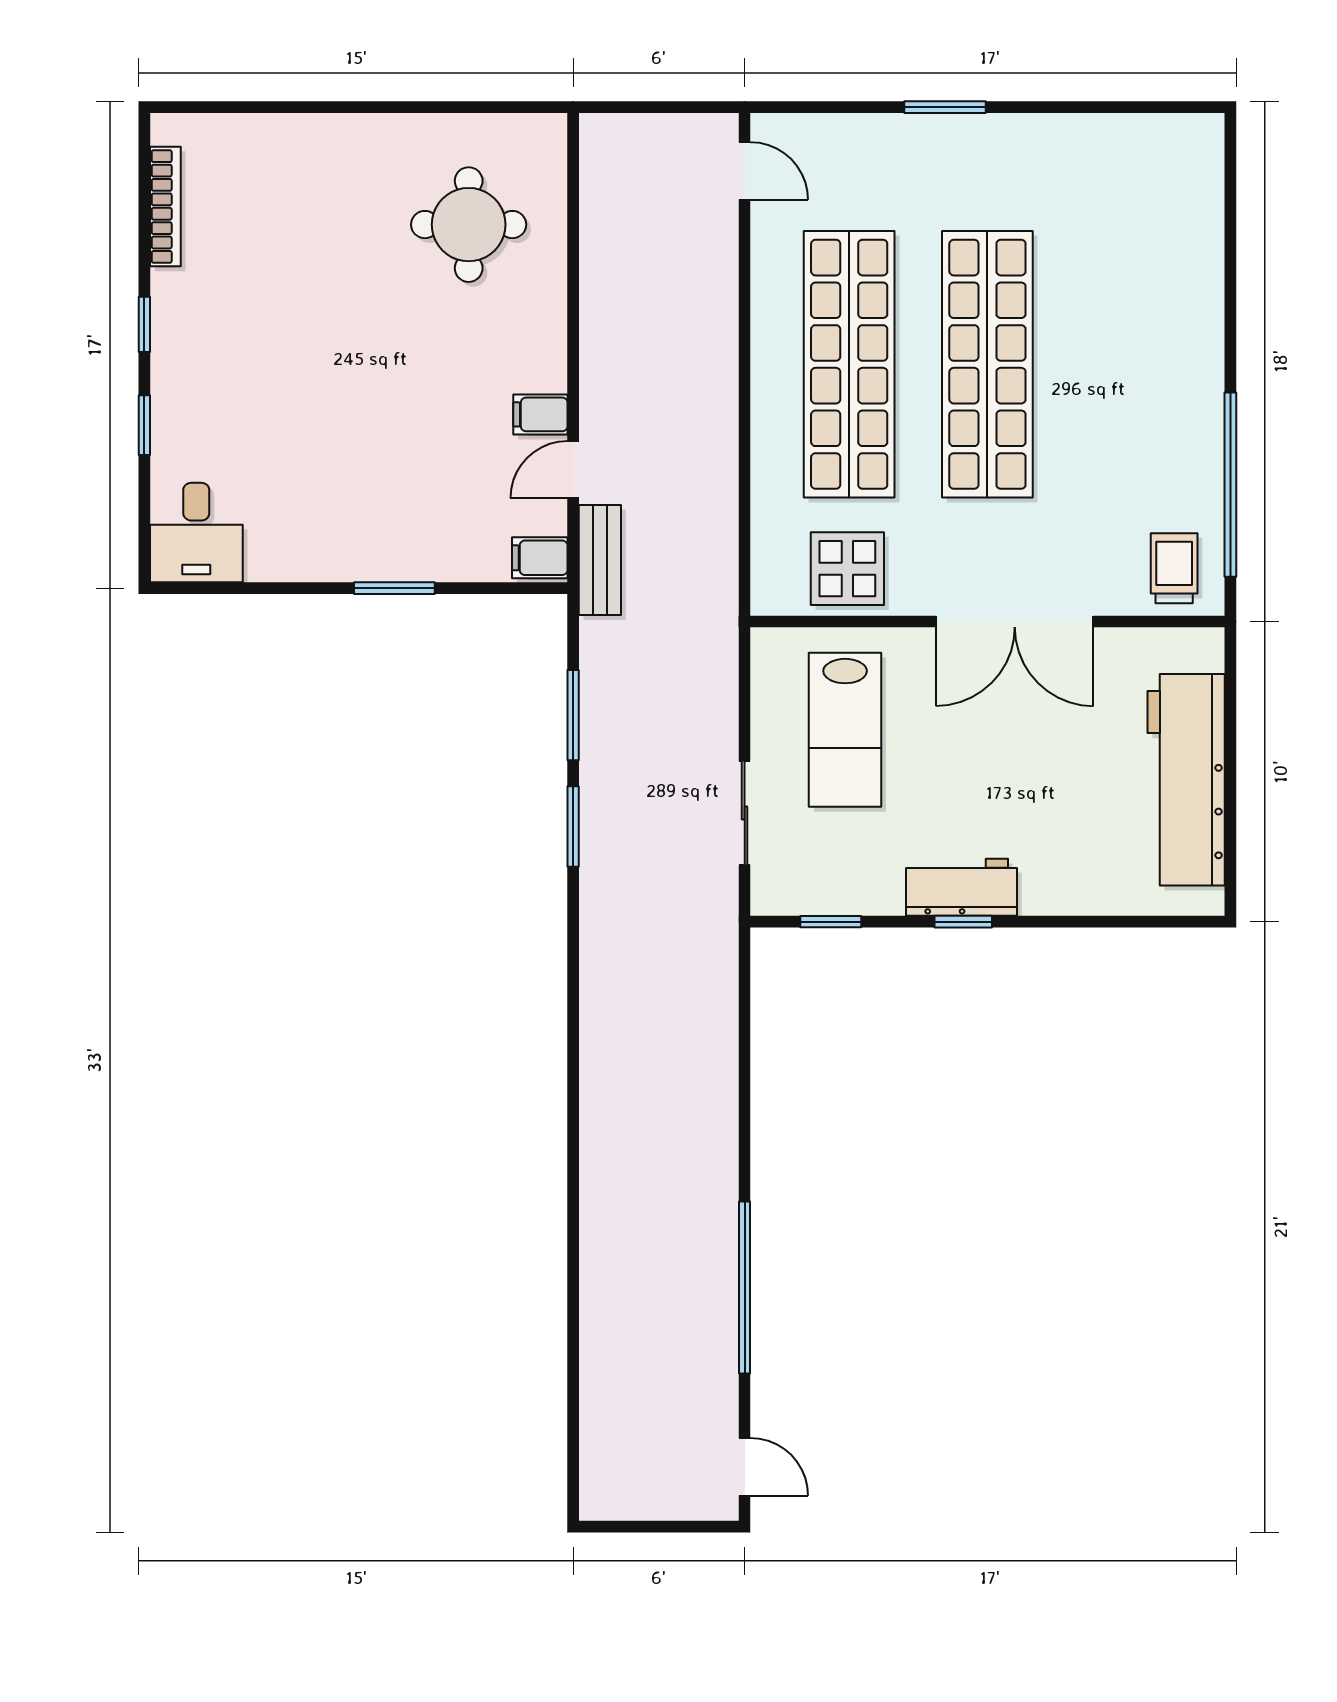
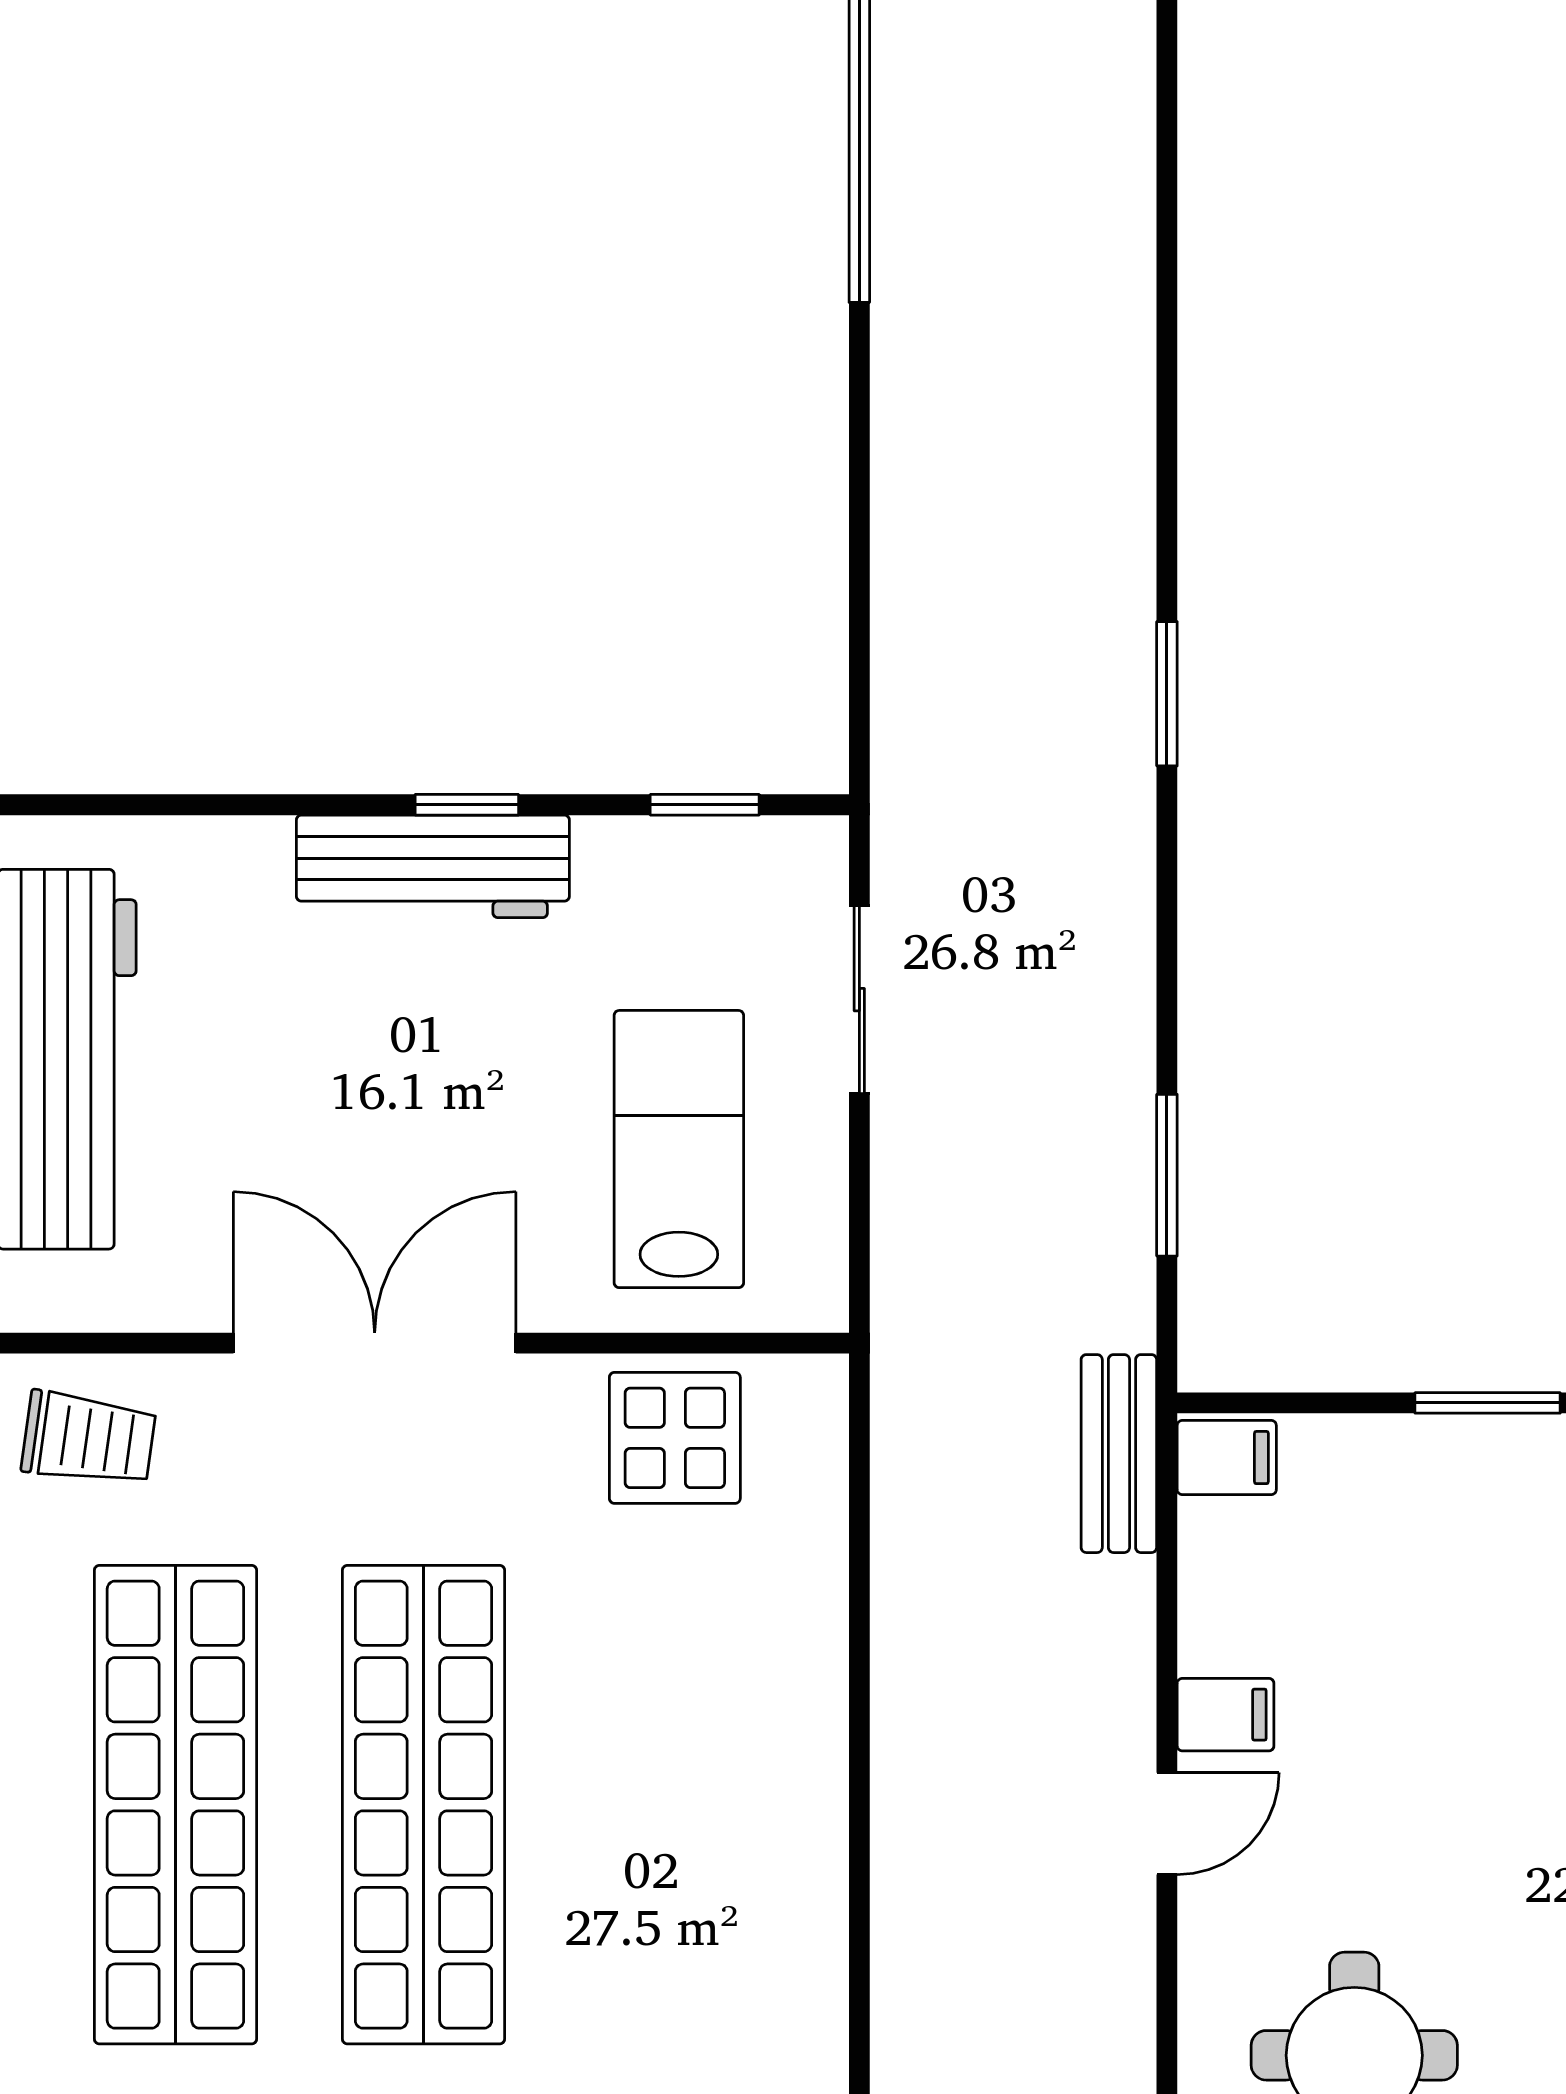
shop shelf: (849, 364) -> (175, 1805), moved
door: (573, 470) -> (1167, 1824), moved
trolley: (1174, 568) -> (89, 1439), turned -82
window: (573, 827) -> (1167, 694), moved
workbench: (961, 887) -> (433, 866), width x1.38

